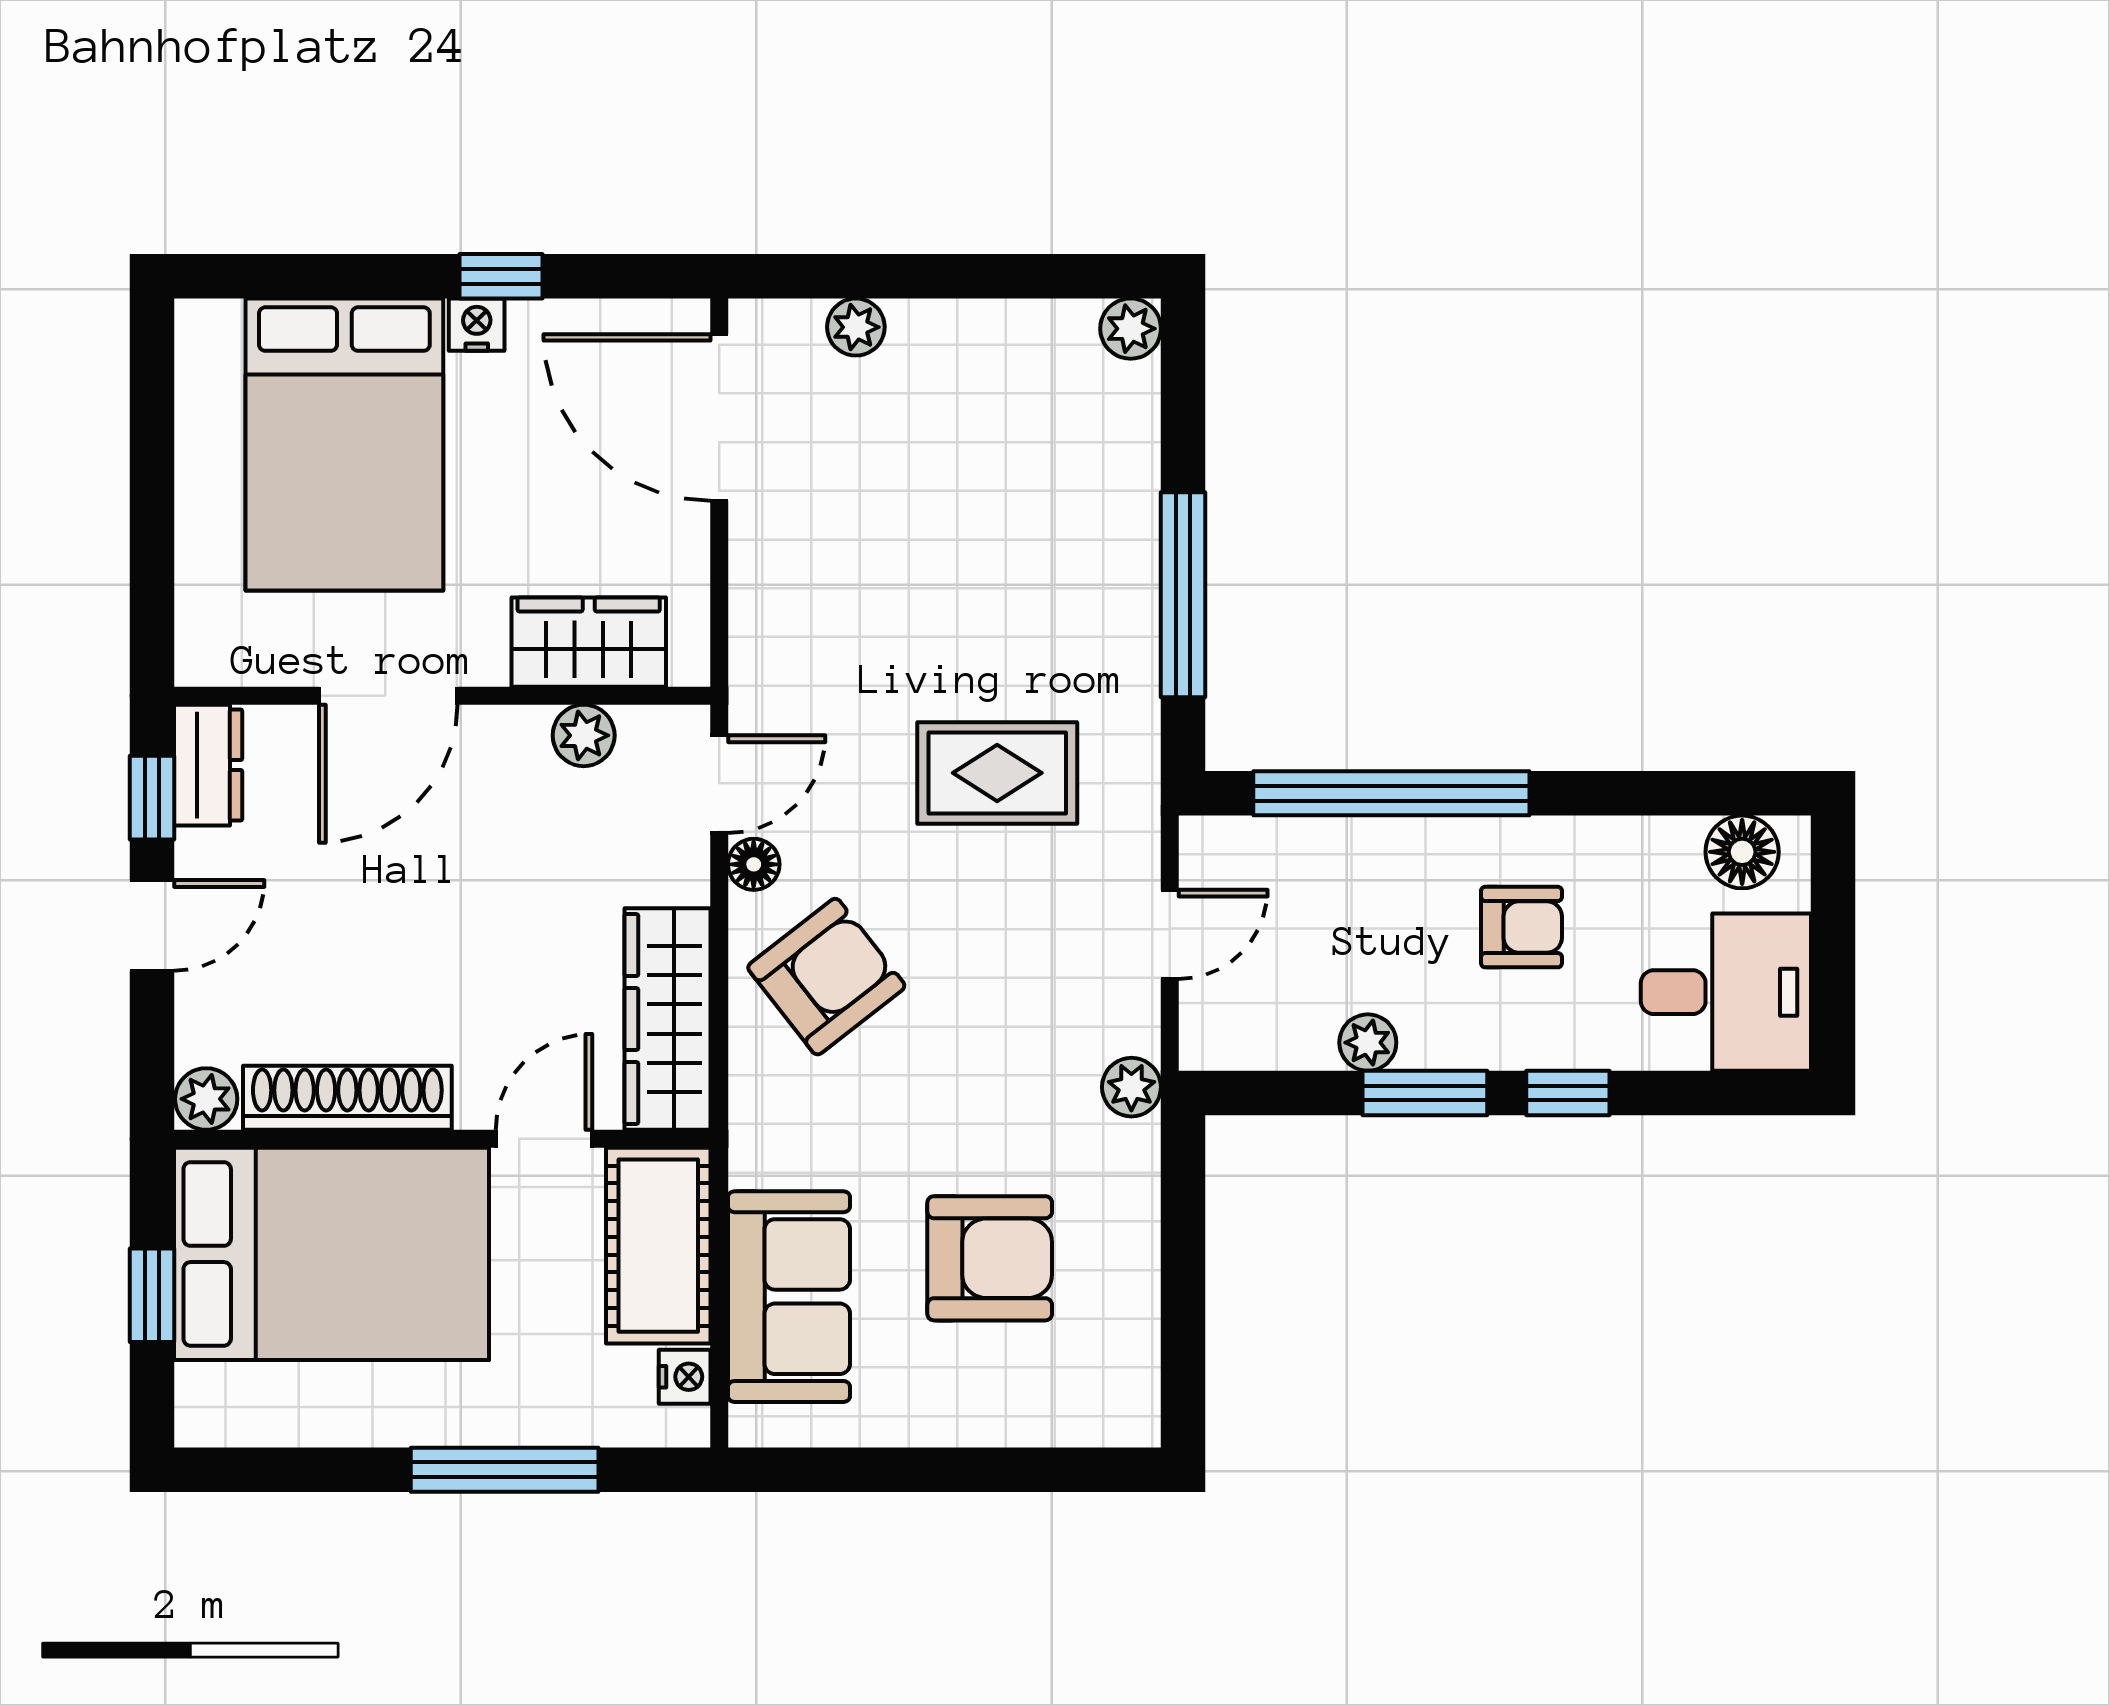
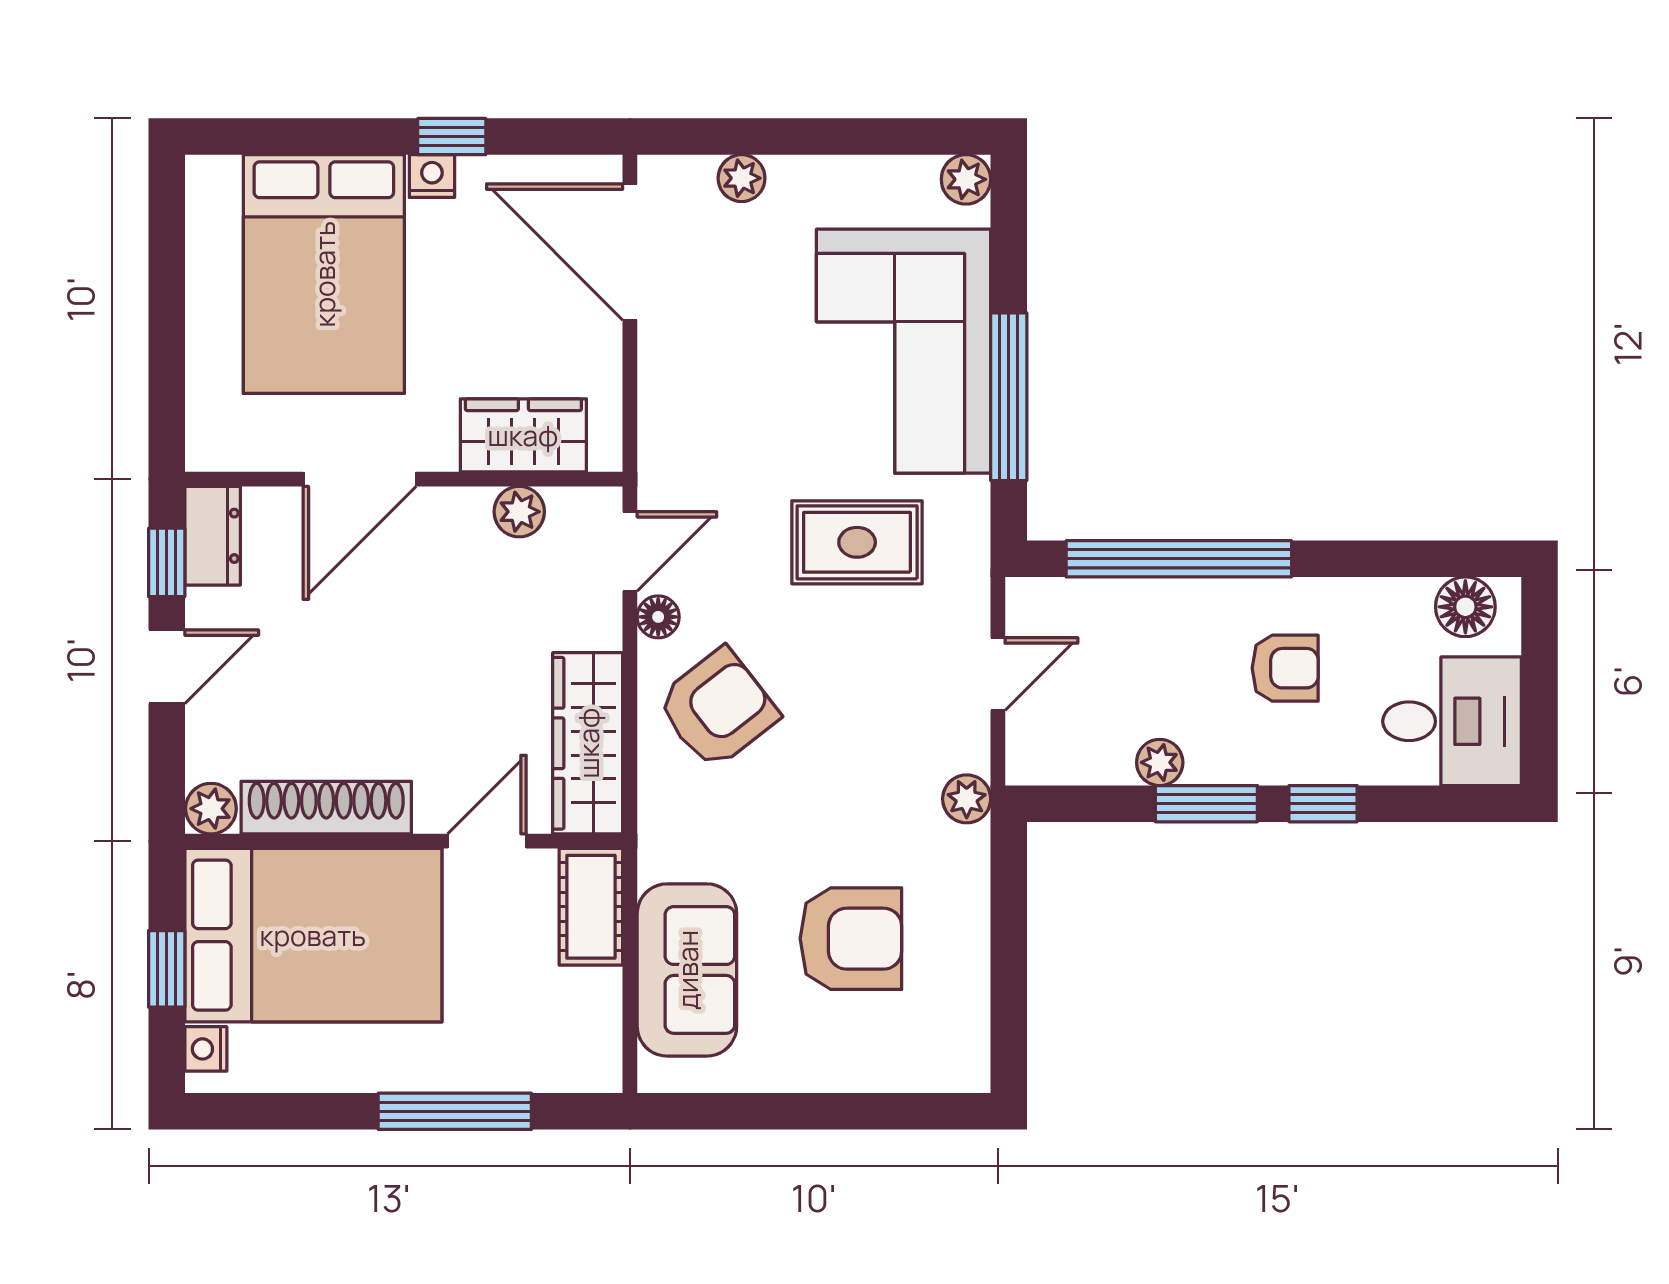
corner sofa: (1054, 539) -> (904, 351), added
cot: (658, 1246) -> (591, 907), width x0.73, depth x0.75
nightstand: (685, 1377) -> (206, 1049), moved, turned 180

